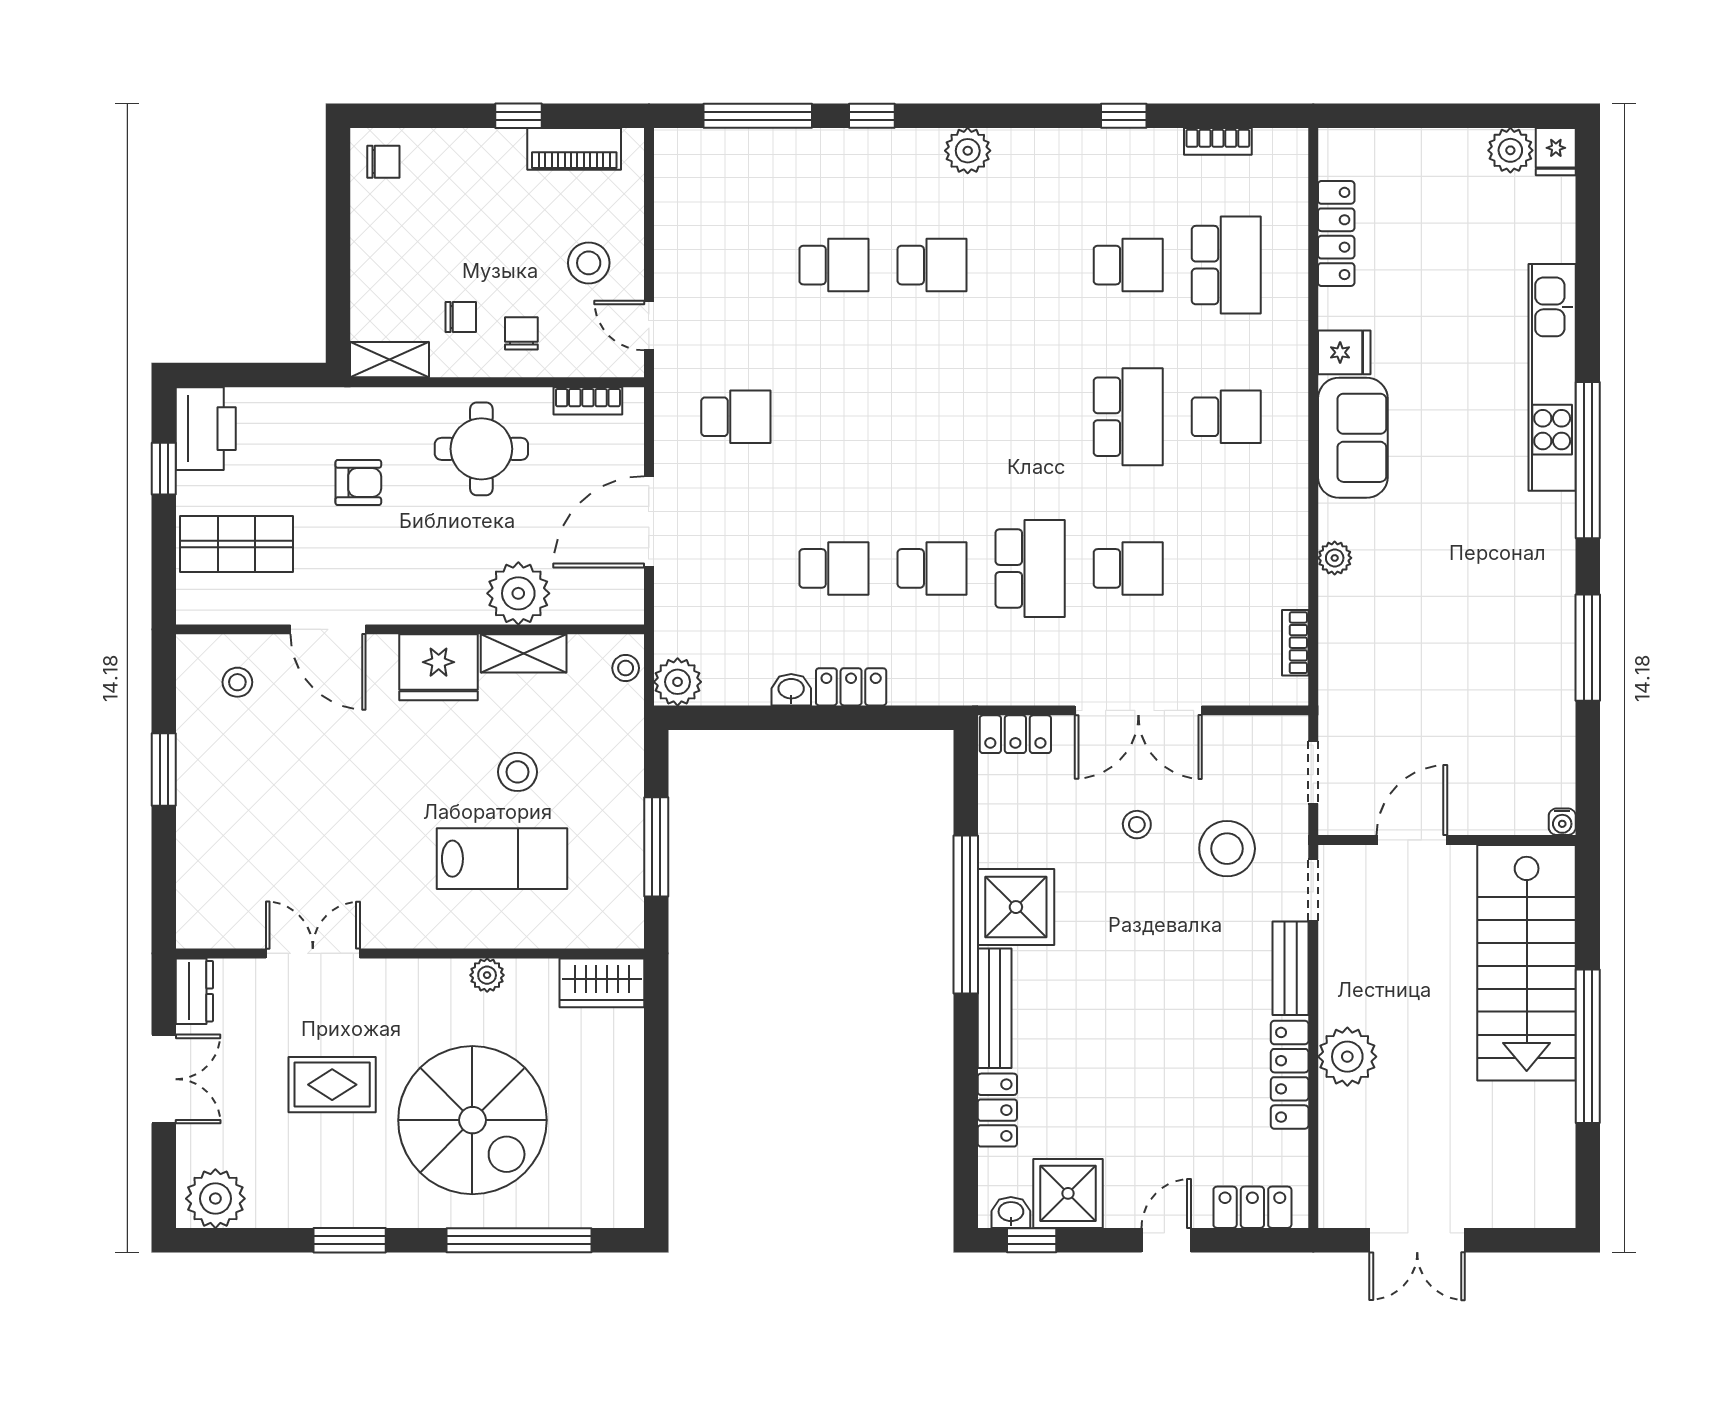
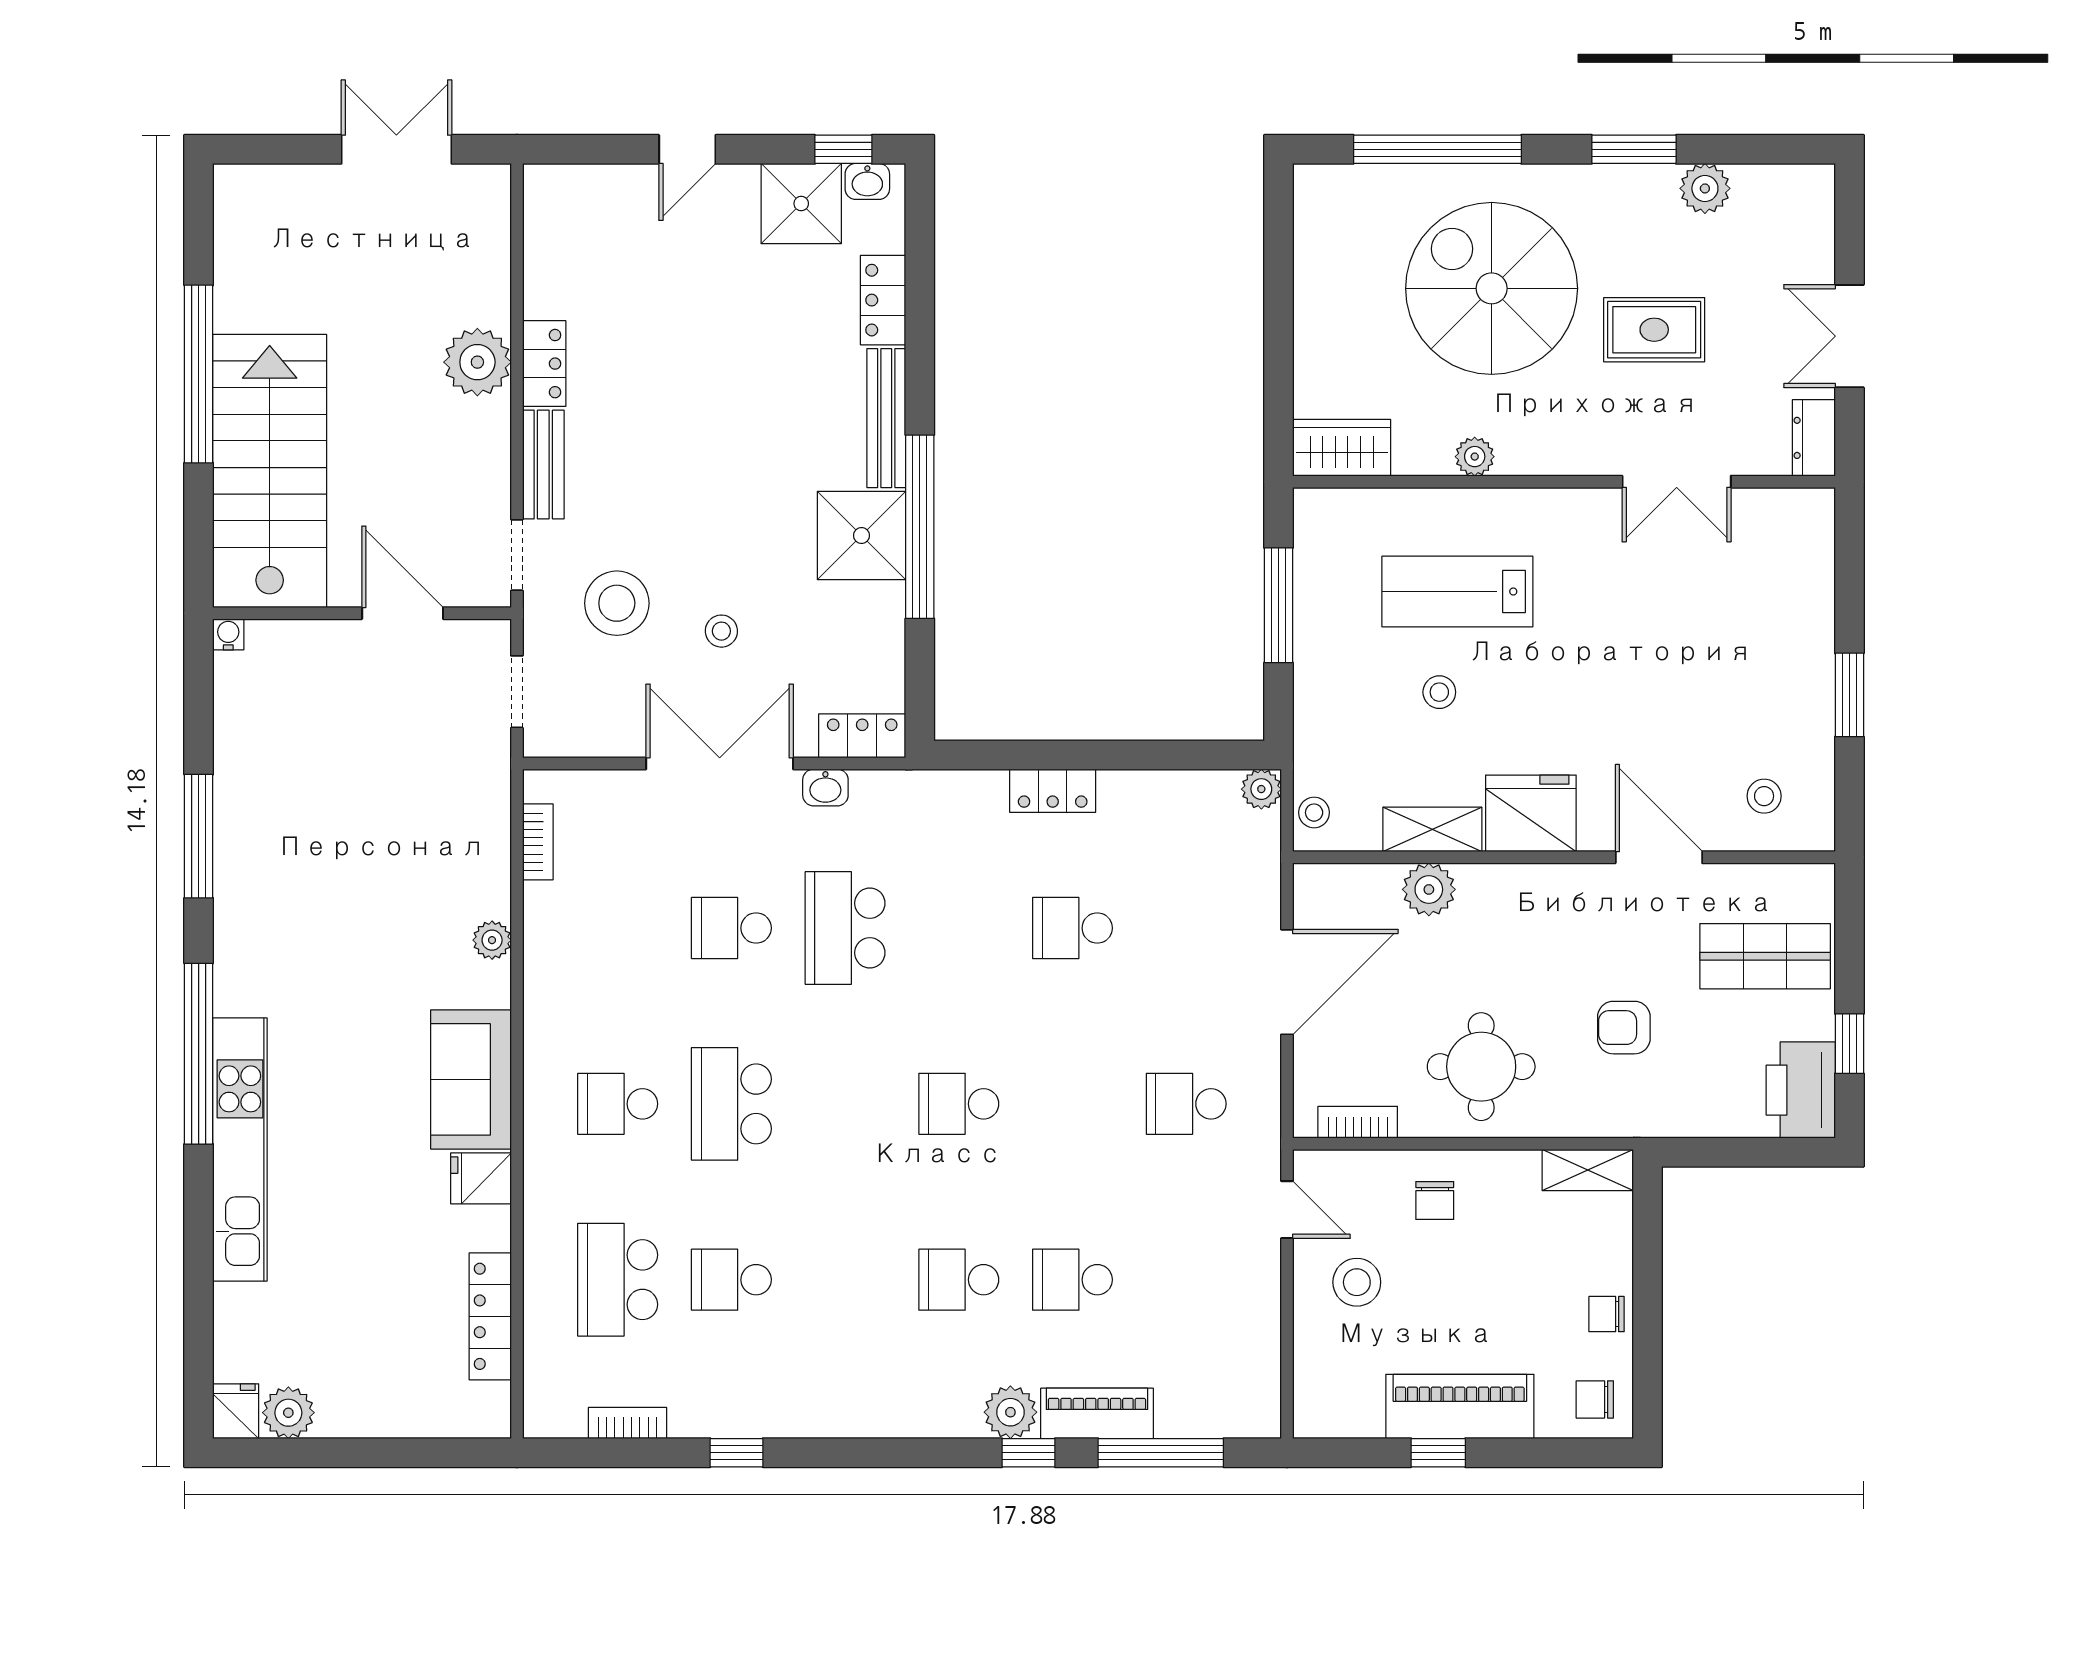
piano: (574, 149) -> (1460, 1406), moved, width x1.37, depth x1.33
piano: (813, 150) -> (1097, 1413), added
plant: (968, 151) -> (1010, 1412), moved
chair: (461, 317) -> (1607, 1314), moved
school desk: (932, 568) -> (959, 1104), moved
plant: (518, 593) -> (1429, 889), width x0.73, depth x0.73
plant: (678, 682) -> (1261, 789), width x0.73, depth x0.73
washbasin: (791, 690) -> (825, 787), moved
stool: (517, 772) -> (1439, 692), width x0.73, depth x0.73
door: (1412, 840) -> (403, 613), swing flipped
locker: (1290, 1075) -> (544, 364), width x0.66
plant: (215, 1199) -> (1705, 188), moved, width x0.73, depth x0.73
locker: (1252, 1207) -> (587, 187), removed

